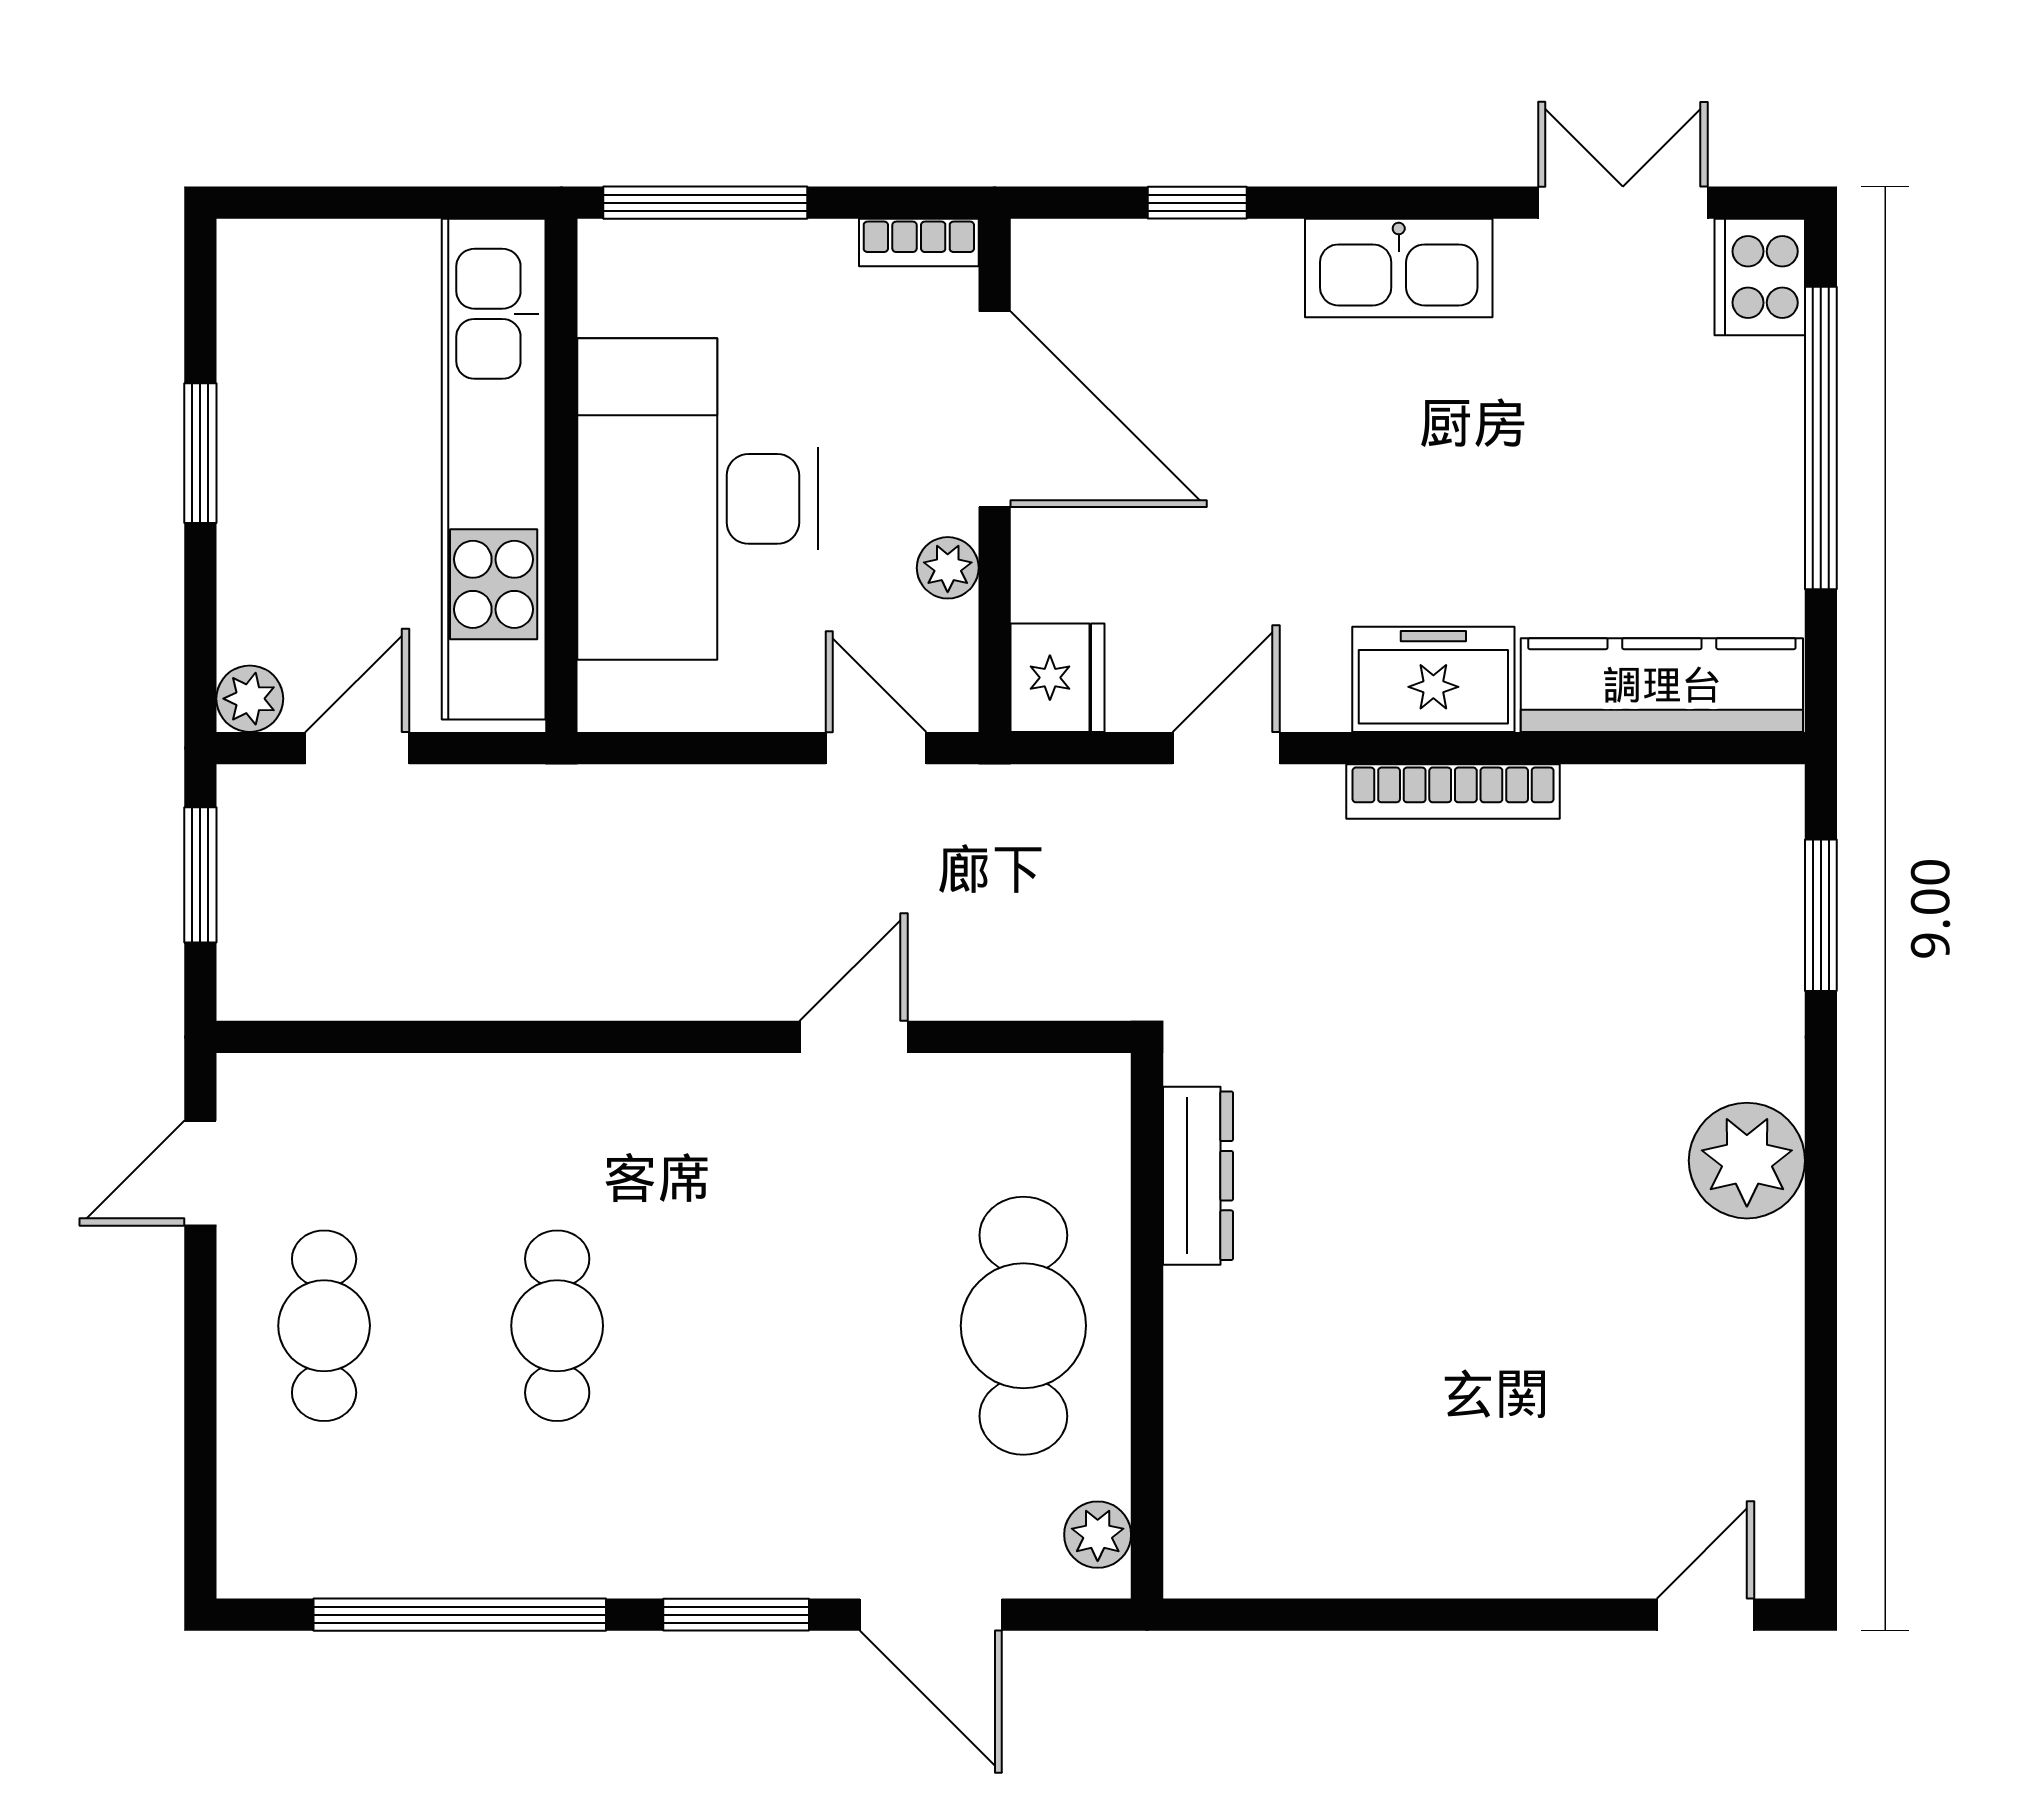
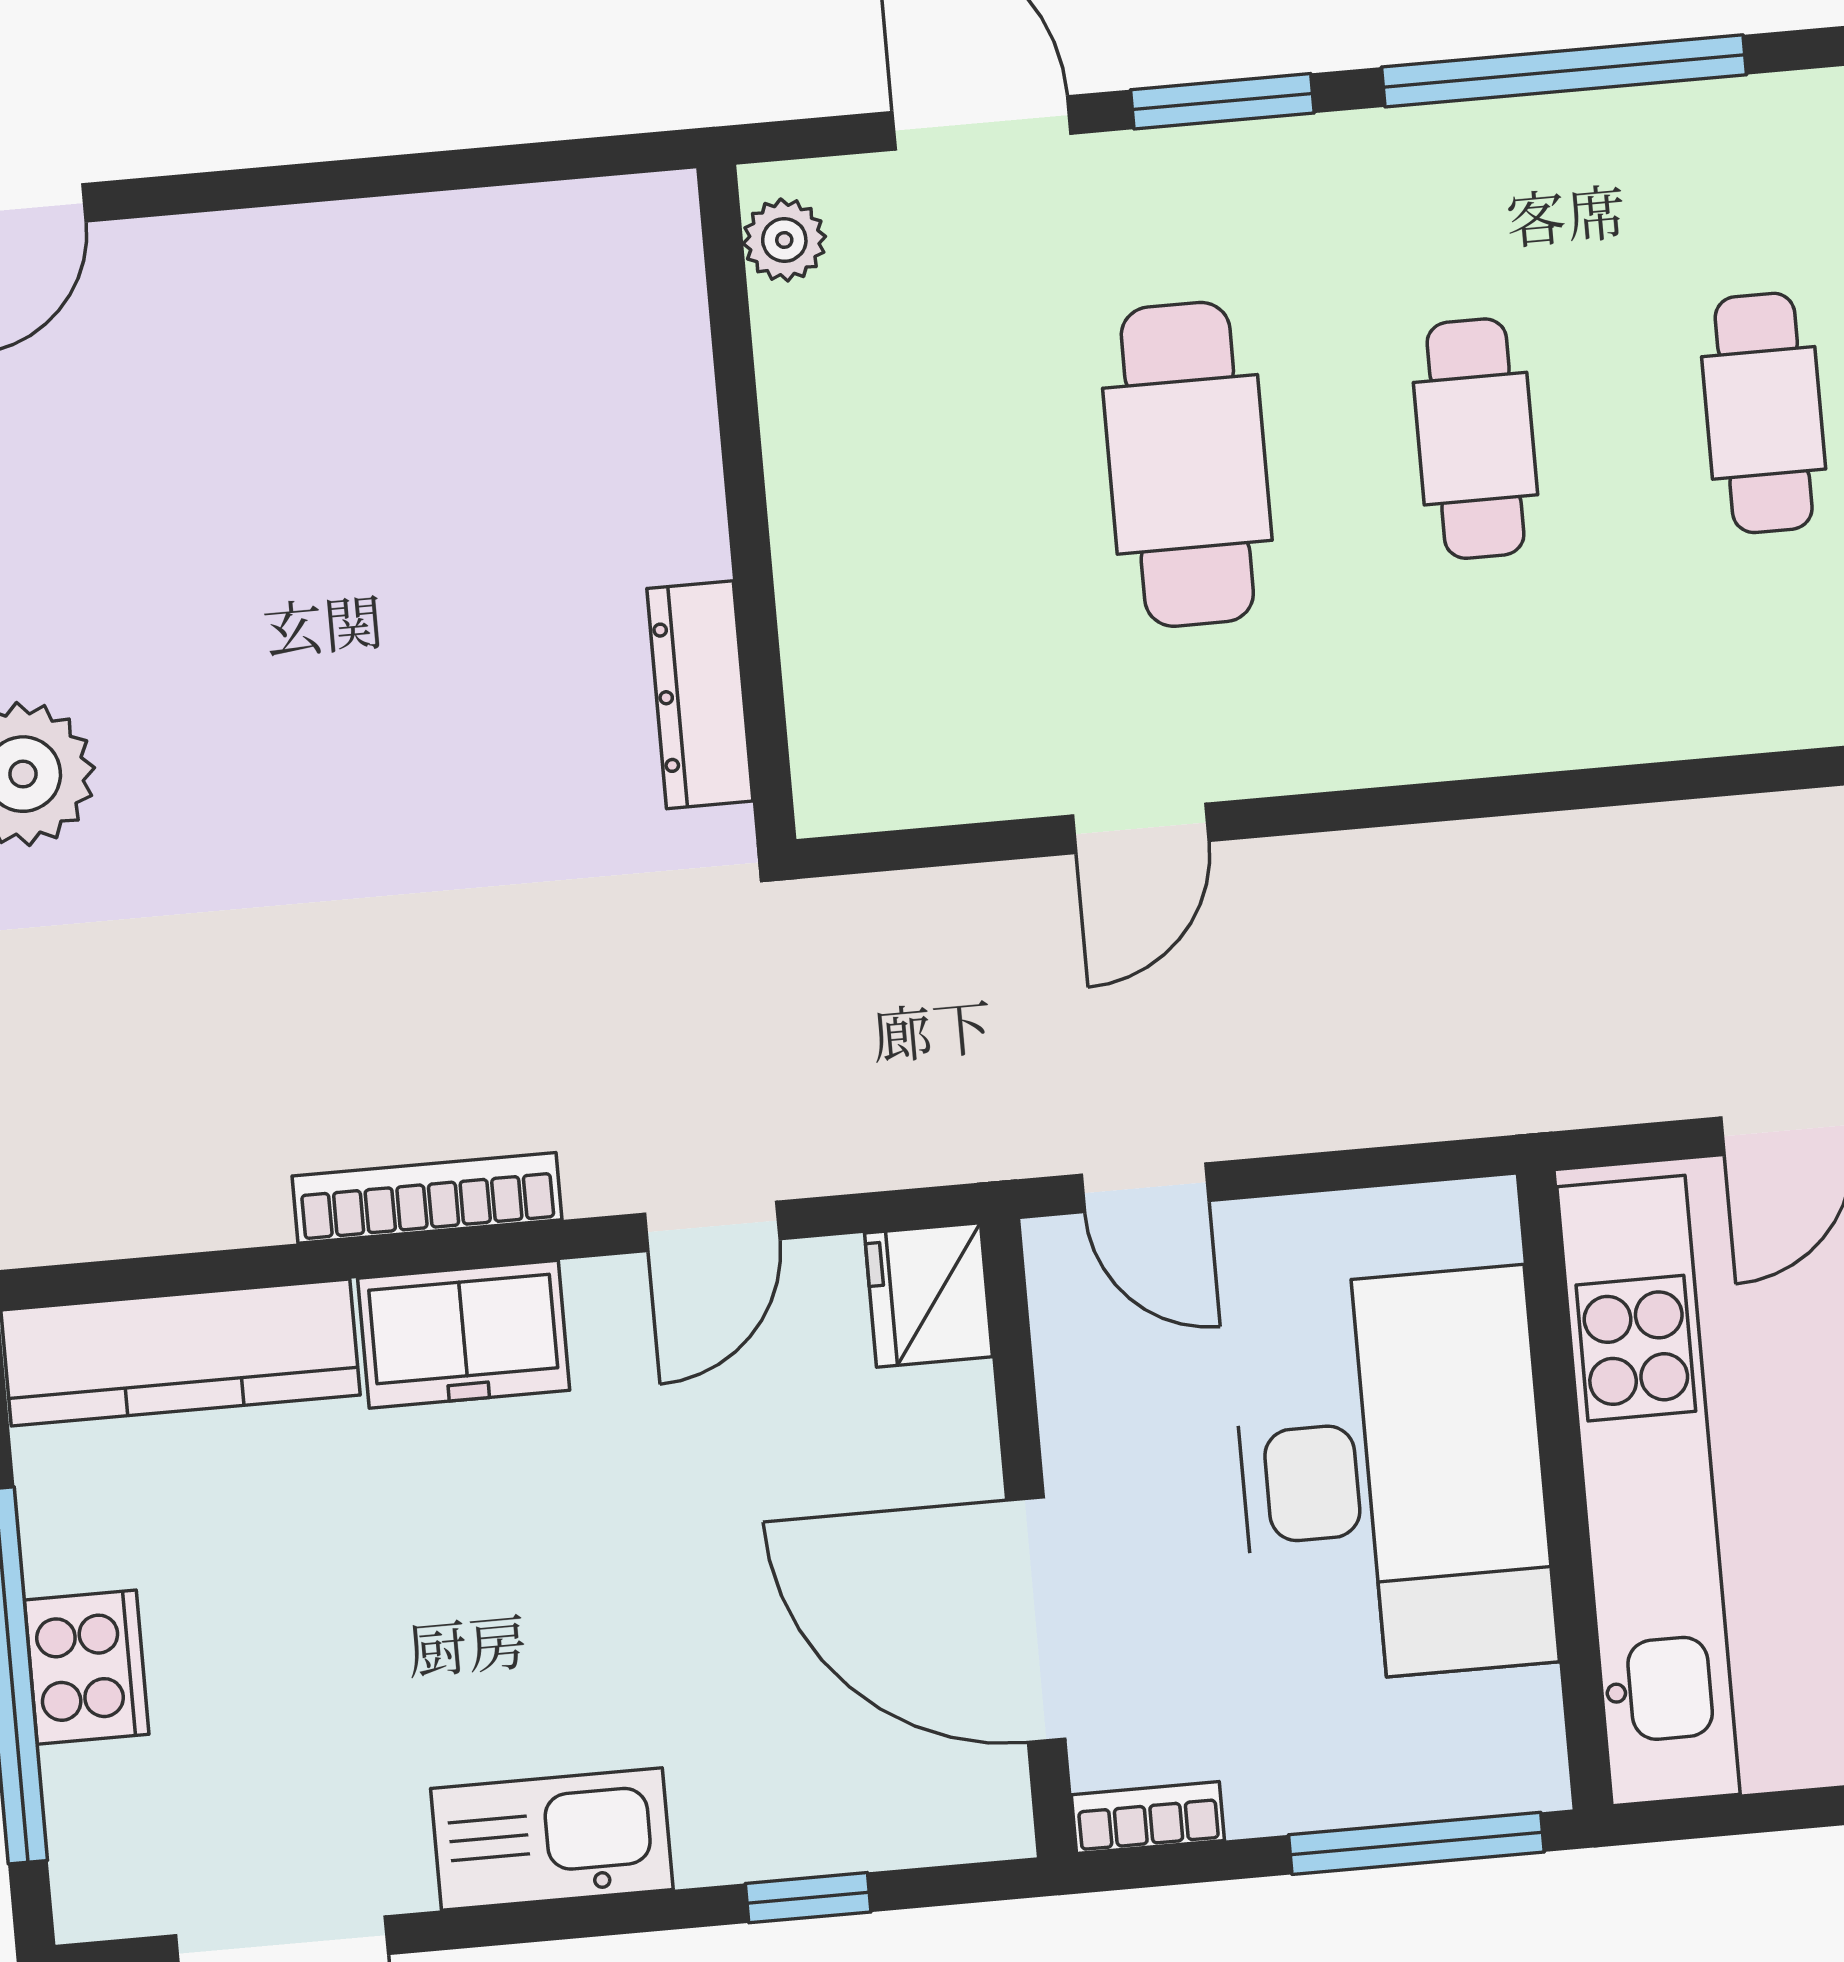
cooker: (1760, 277) -> (87, 1667), moved
plant: (948, 568) -> (1076, 1419), removed
cafe table: (1023, 1326) -> (1187, 464), moved

